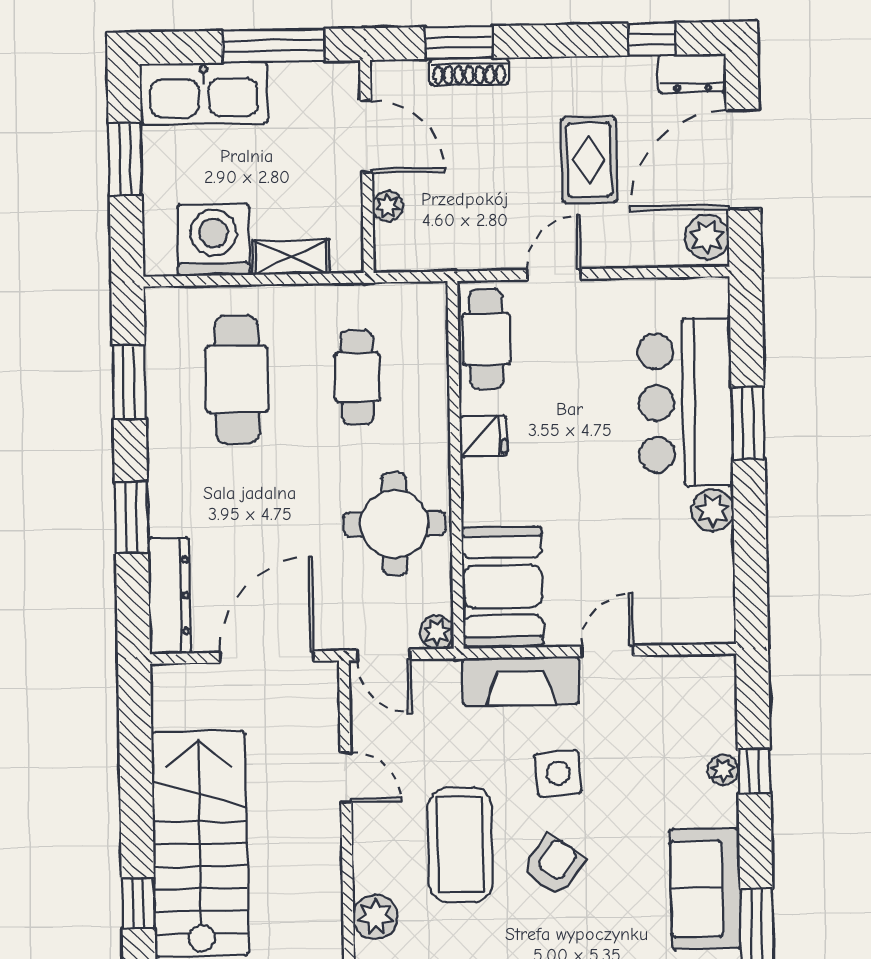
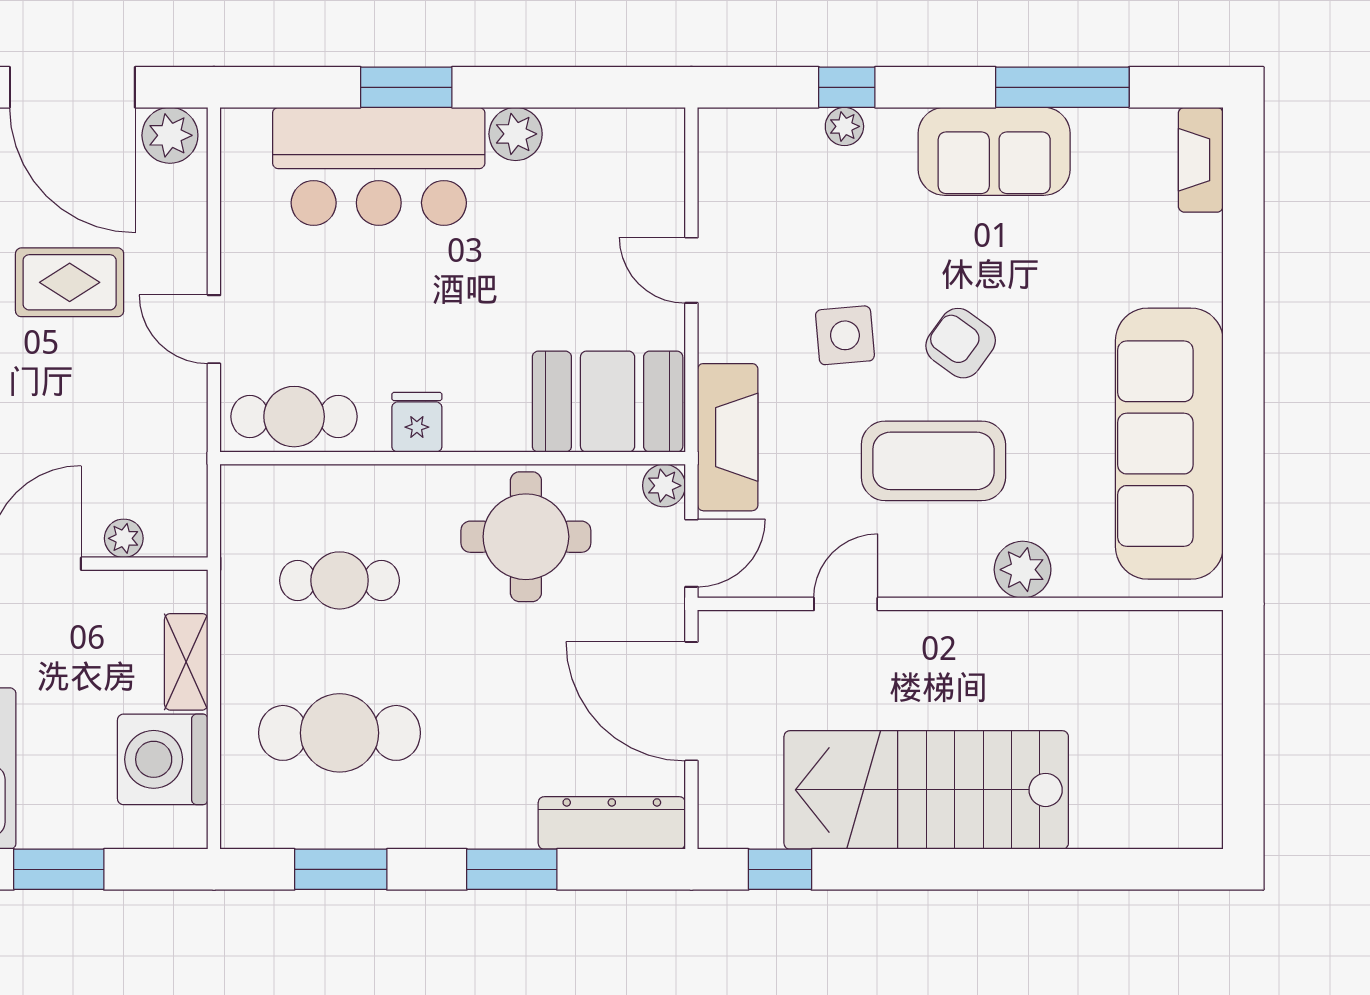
fireplace: (521, 681) -> (728, 437), moved
window: (138, 903) -> (780, 869), moved

